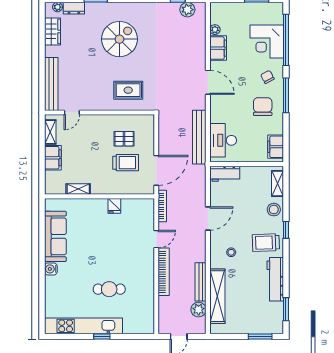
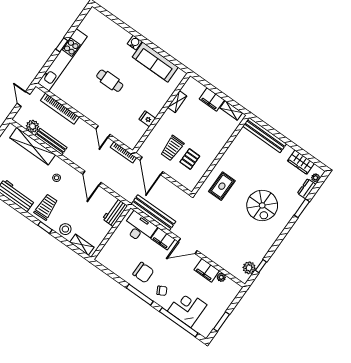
door: (72, 113) -> (234, 135), removed
filing cabinet: (276, 147) -> (163, 239), moved, turned 180
bookcase: (164, 272) -> (60, 109), moved
cafe table: (109, 289) -> (110, 81), moved, turned 90
kitchen unit: (83, 326) -> (62, 60), moved

